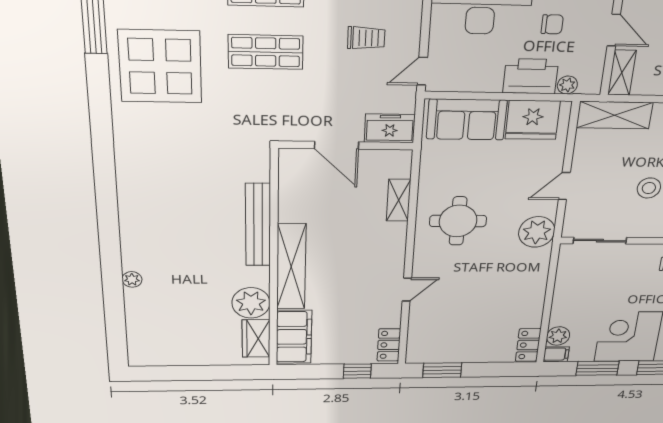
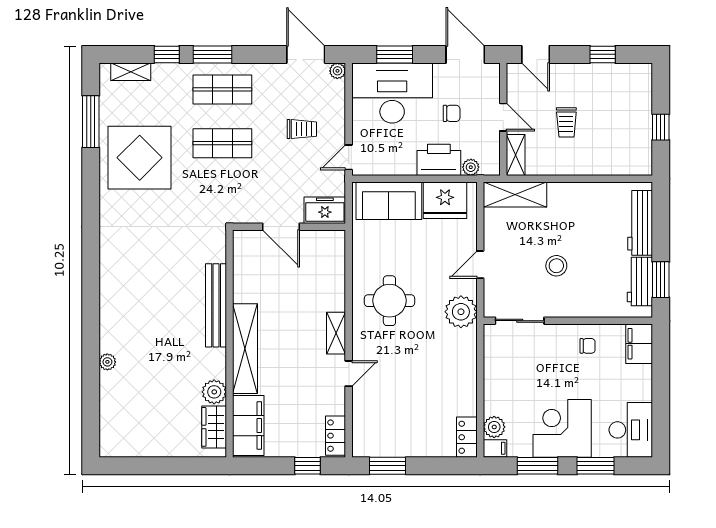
shelving: (399, 200) -> (336, 333), moved
plant: (251, 303) -> (214, 392), width x0.73, depth x0.73

